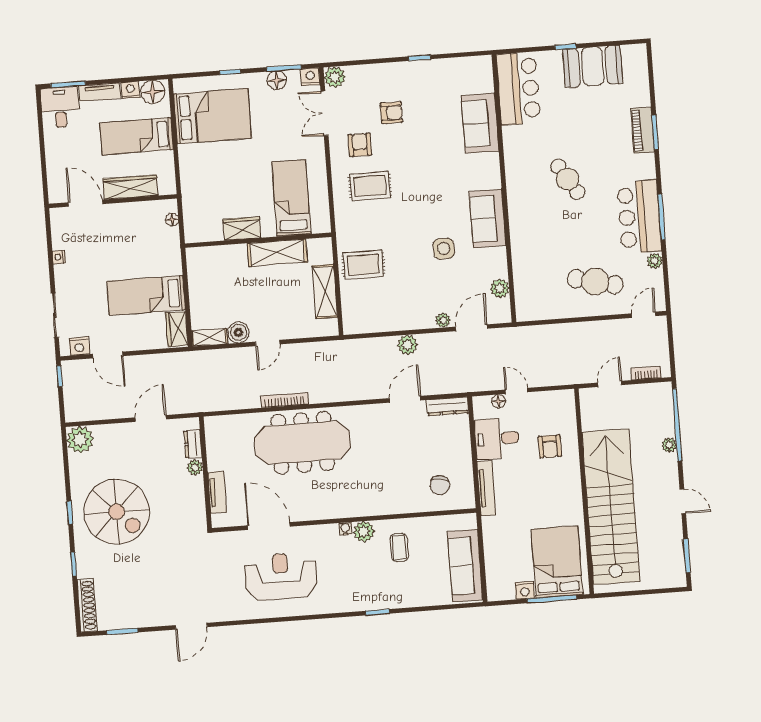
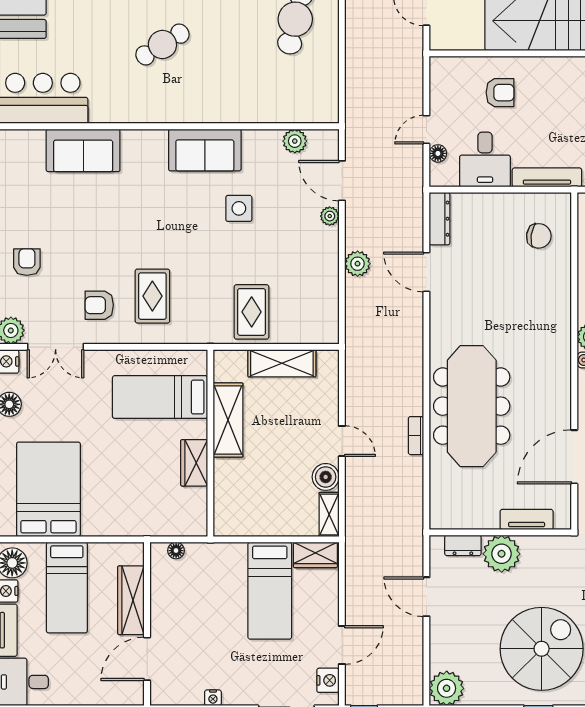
armchair: (391, 113) -> (27, 262), moved
bookcase: (285, 400) -> (416, 436), width x0.64
plant: (195, 467) -> (502, 554), width x1.88, depth x1.88

